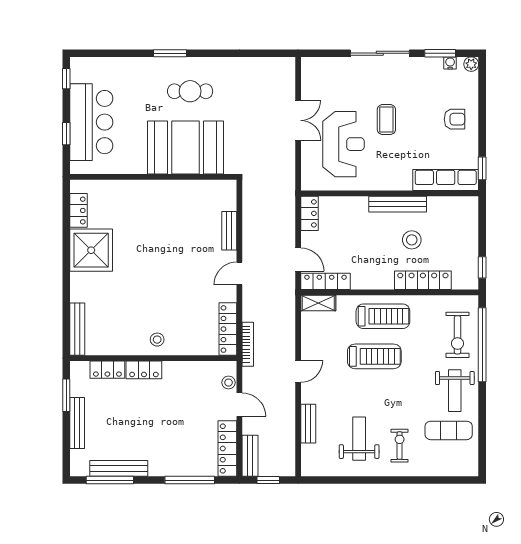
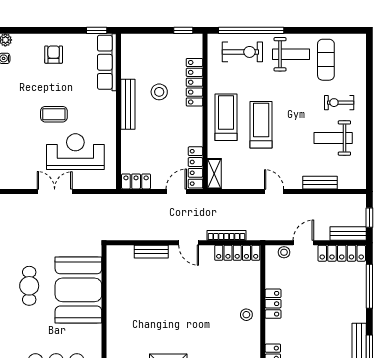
bookcase: (248, 344) -> (226, 235), moved
locker: (144, 370) -> (273, 304), moved

